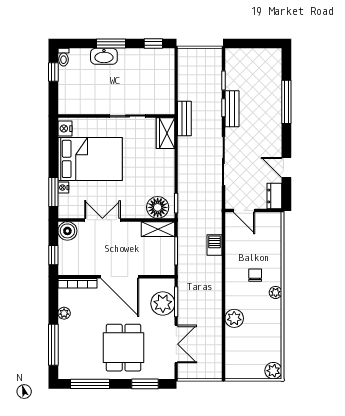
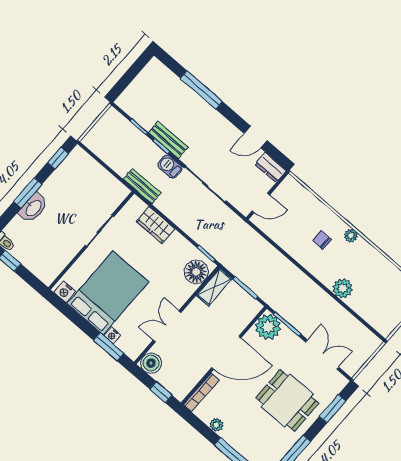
wardrobe: (166, 133) -> (155, 225), moved
barbecue: (214, 245) -> (170, 167), moved
plant: (163, 304) -> (268, 327), moved

